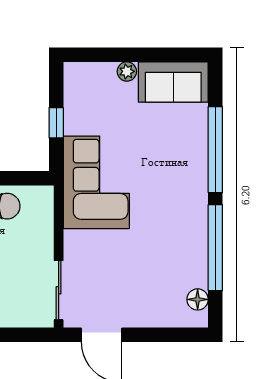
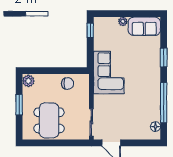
window: (56, 123) -> (90, 30), moved
window: (215, 150) -> (164, 57), width x0.47

